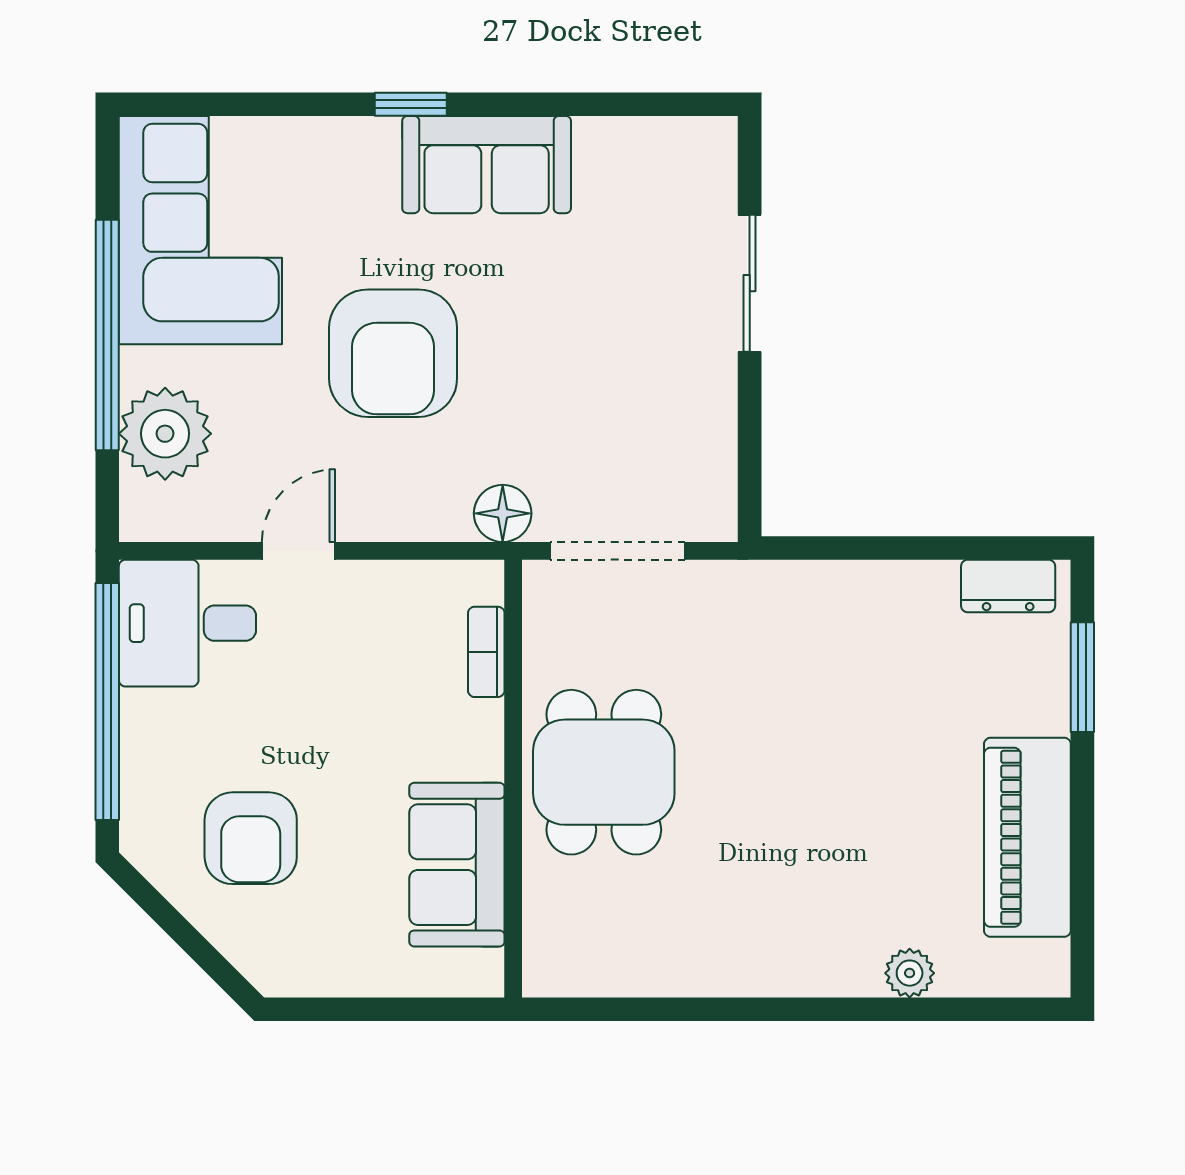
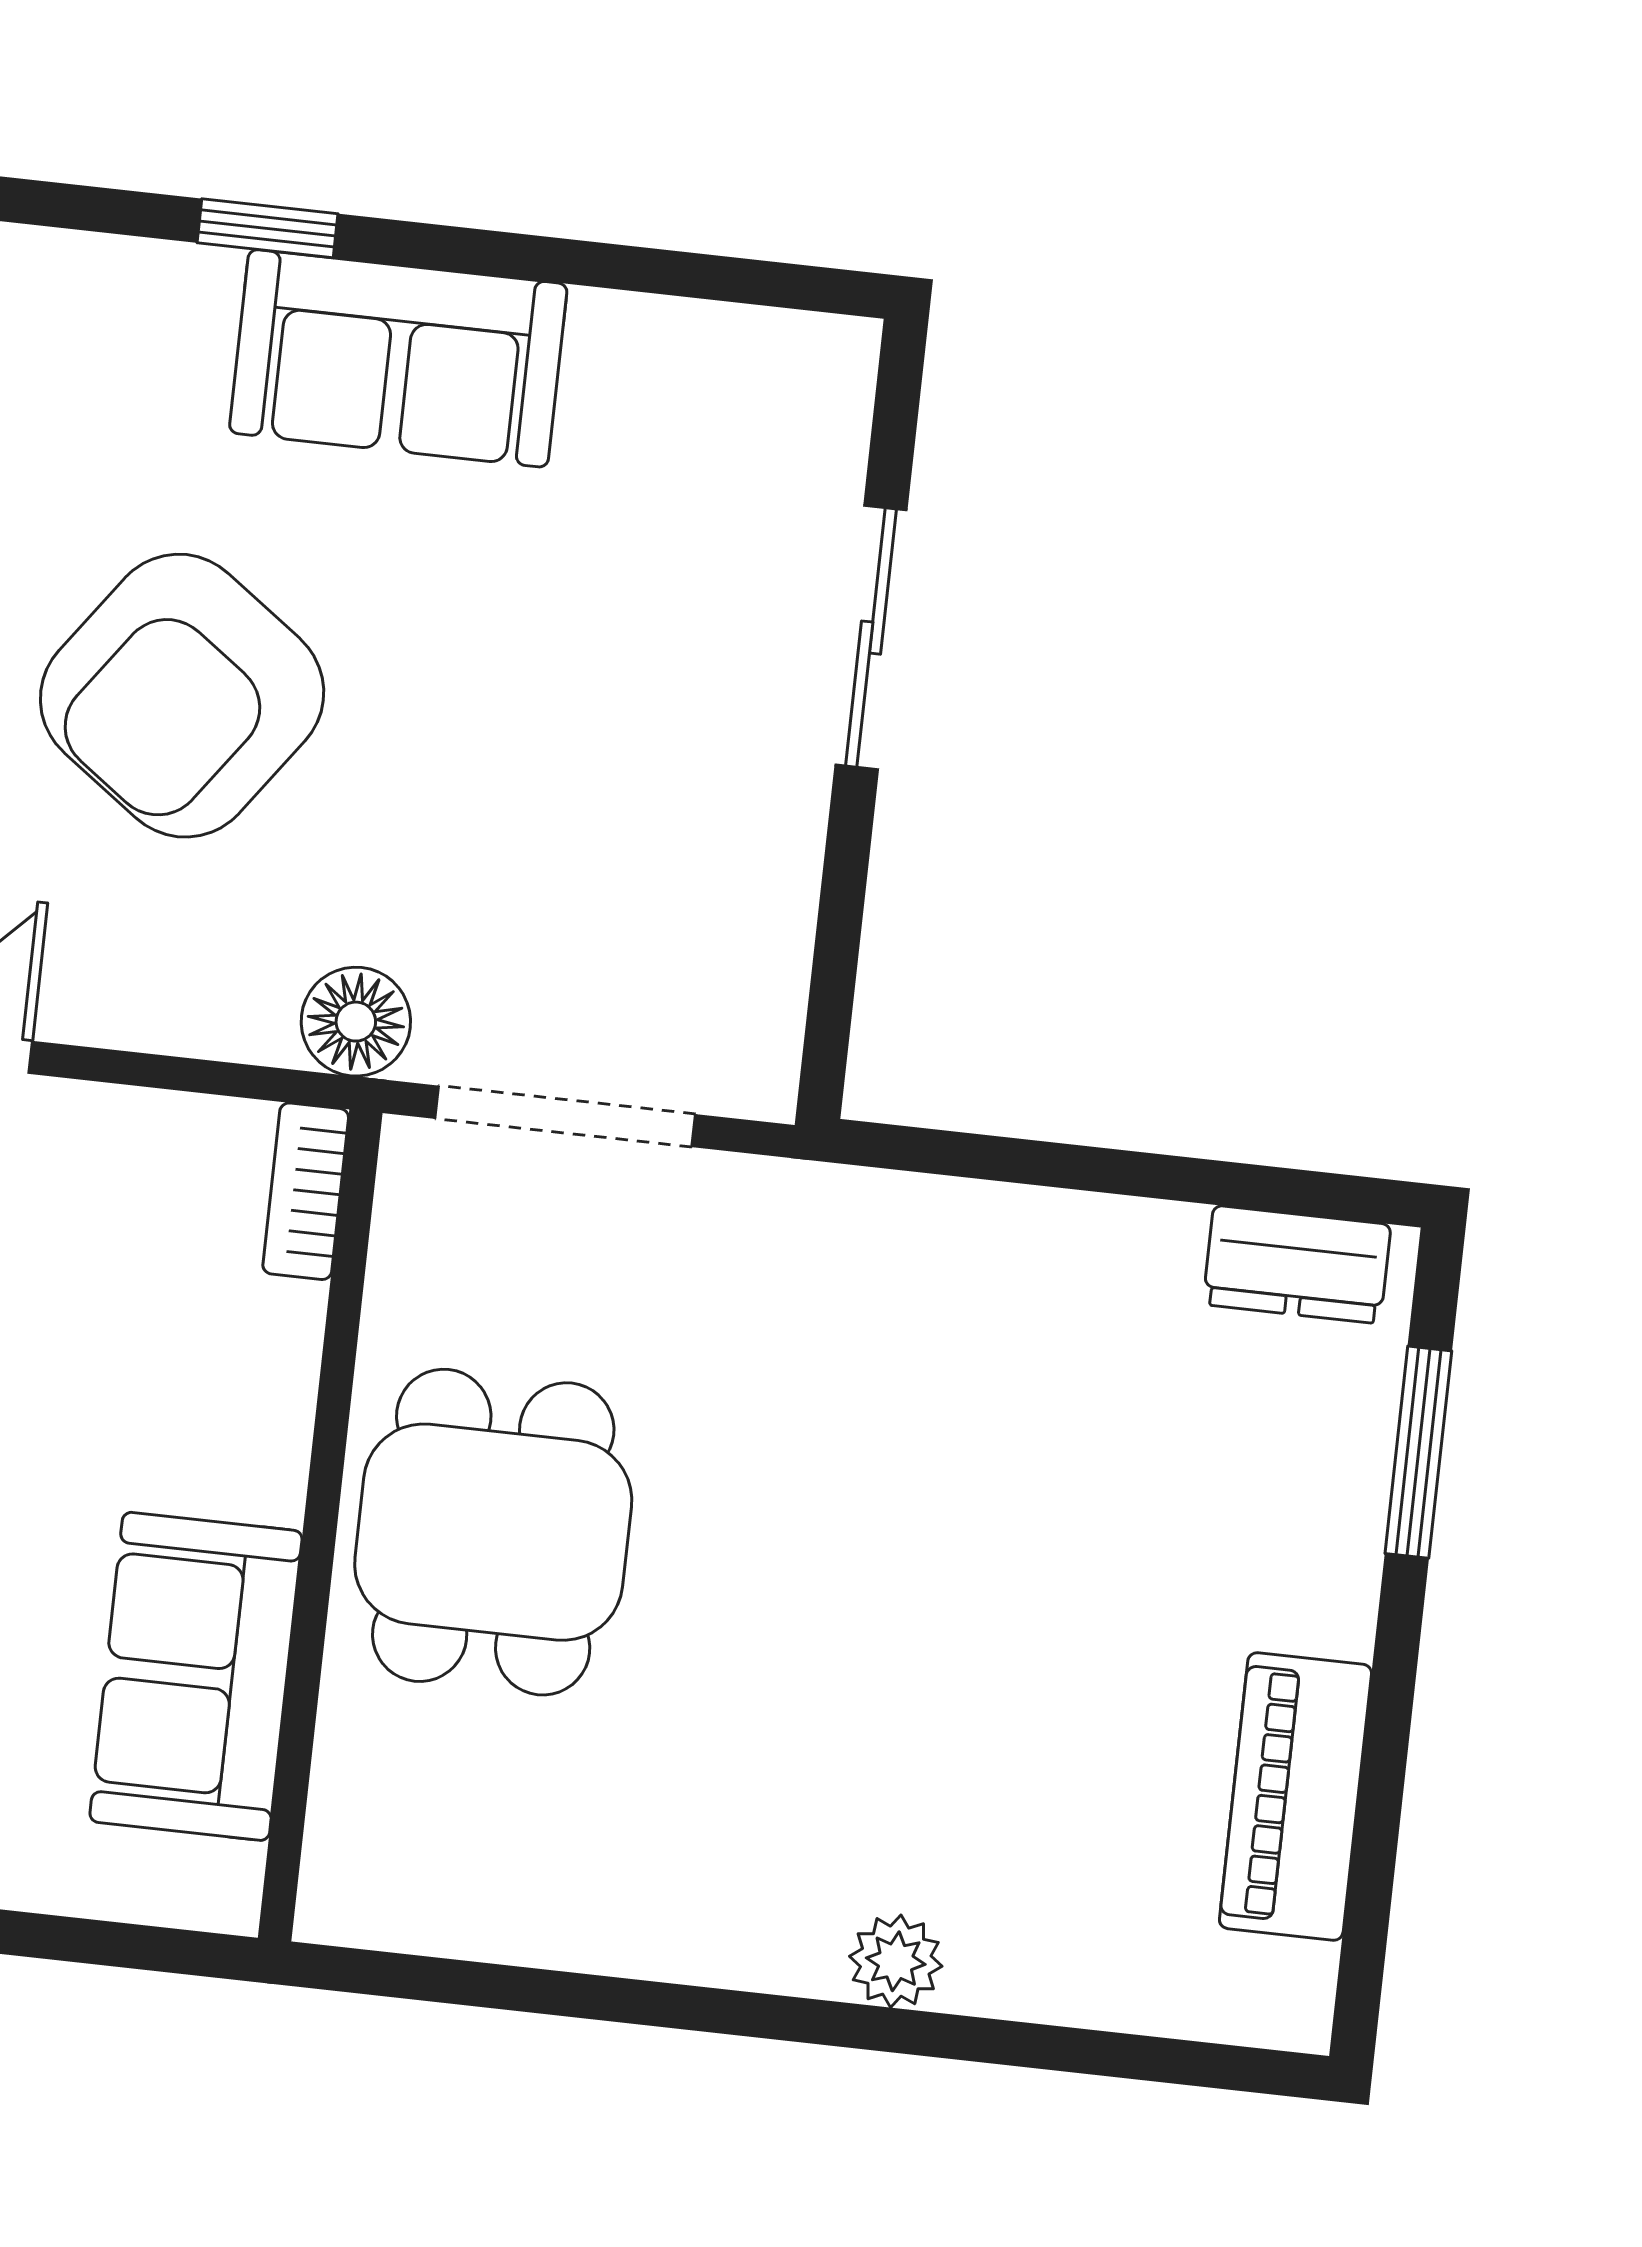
armchair: (393, 353) -> (182, 696), turned 36
bookcase: (486, 652) -> (306, 1191), moved
piano: (1027, 837) -> (1295, 1796), width x0.73, depth x0.75
plant: (910, 973) -> (896, 1961), moved

